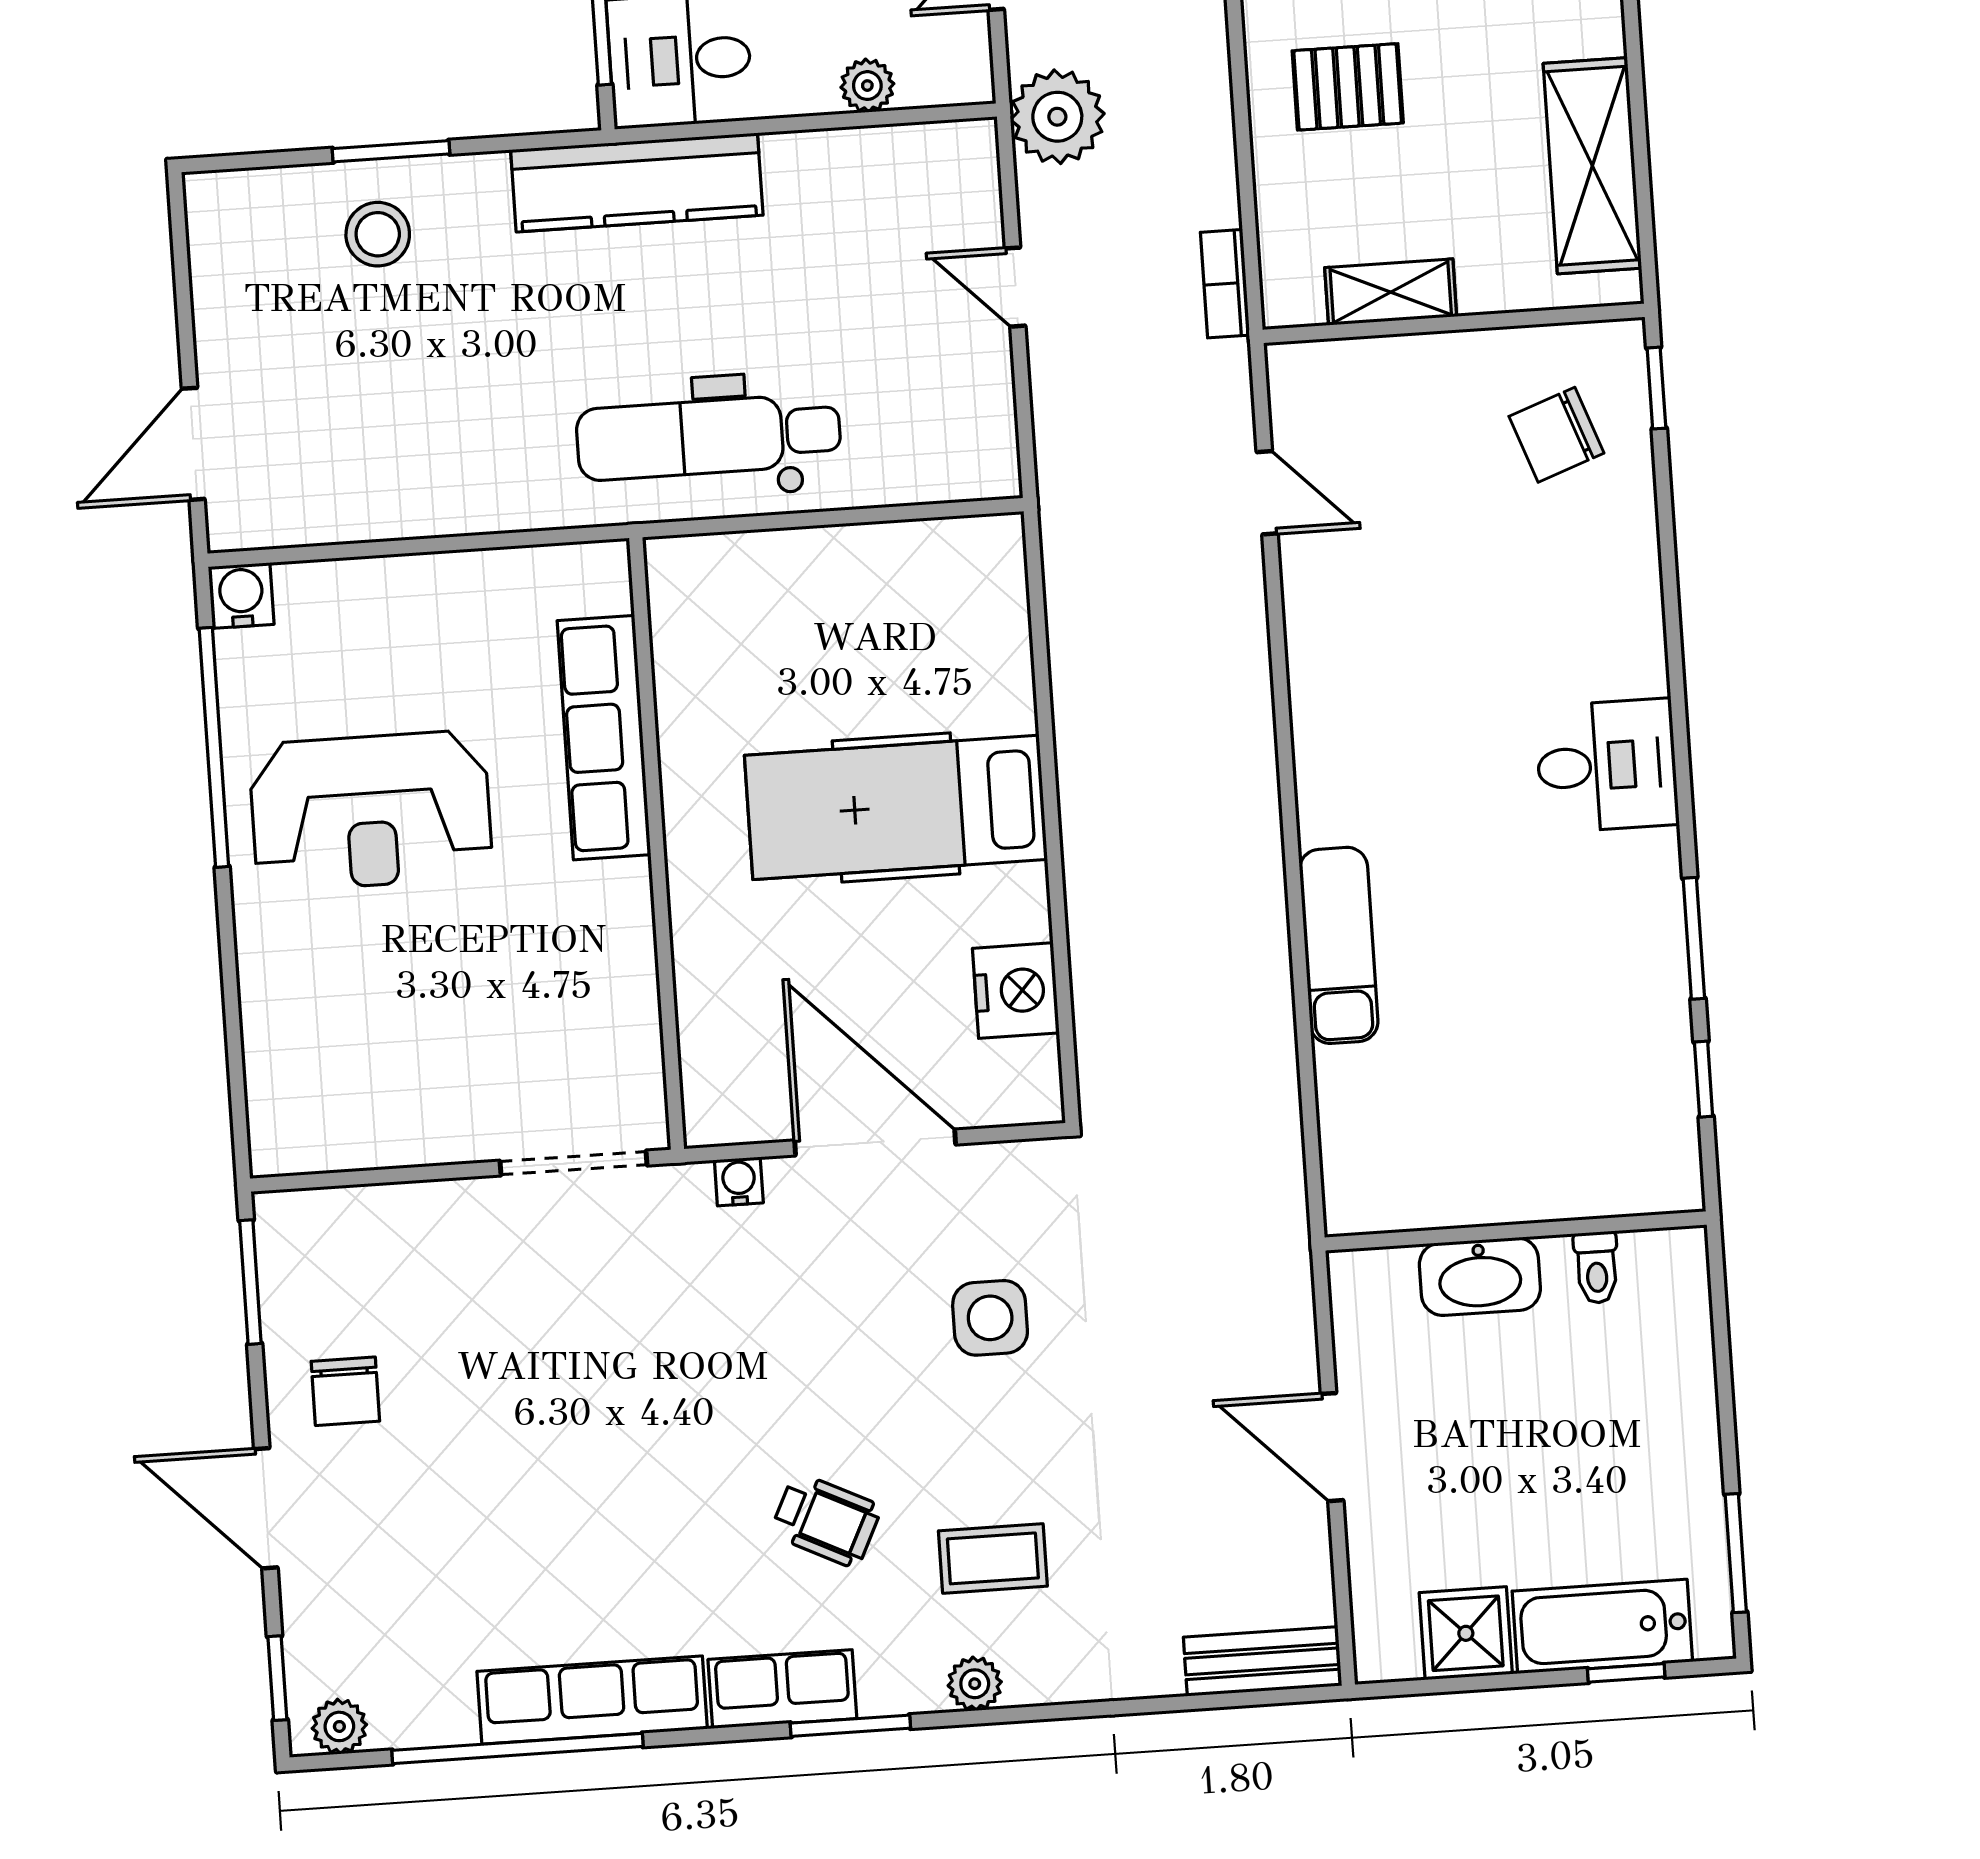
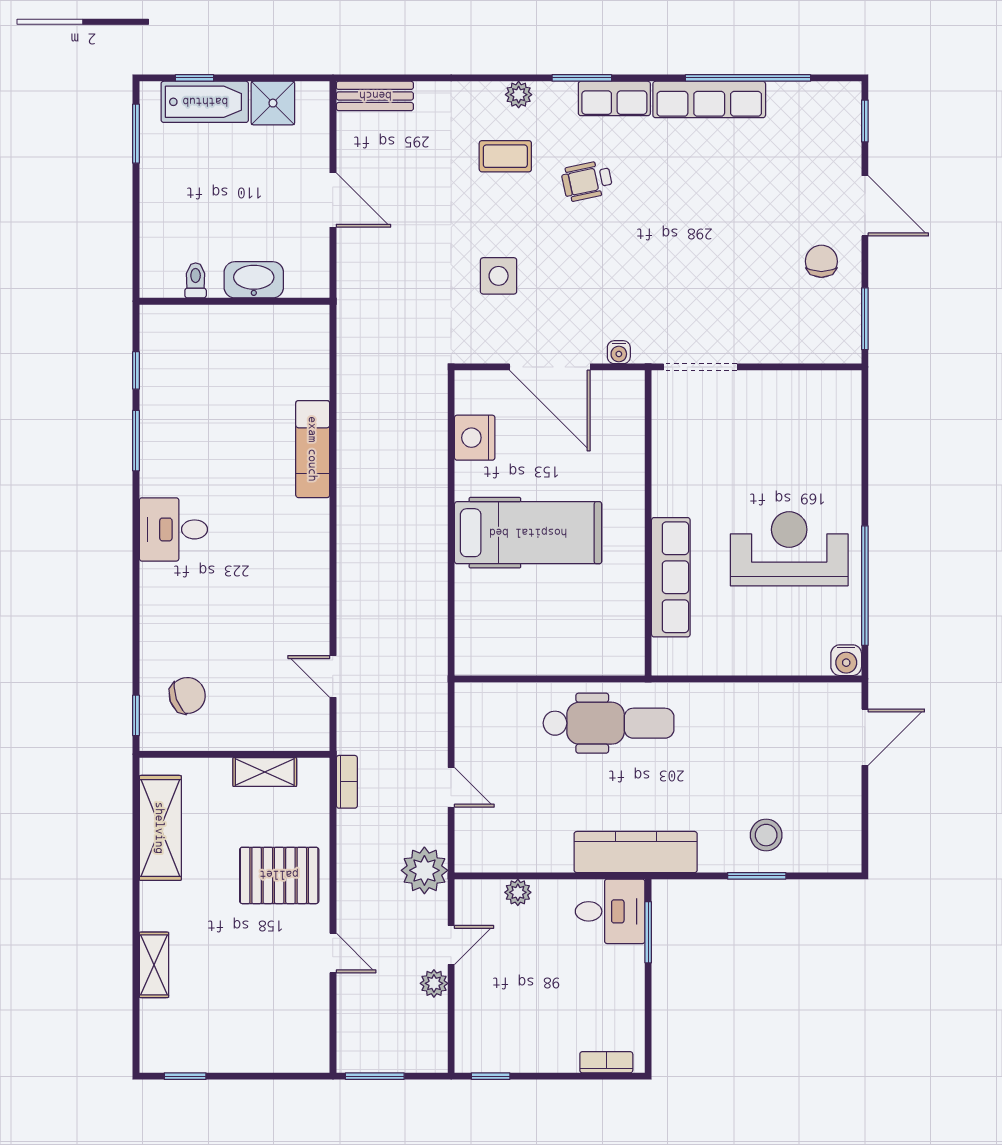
pallet: (1348, 87) -> (279, 875), width x1.50, depth x1.42
wheelchair: (826, 1520) -> (587, 181), turned -38
plant: (339, 1726) -> (836, 95), removed

